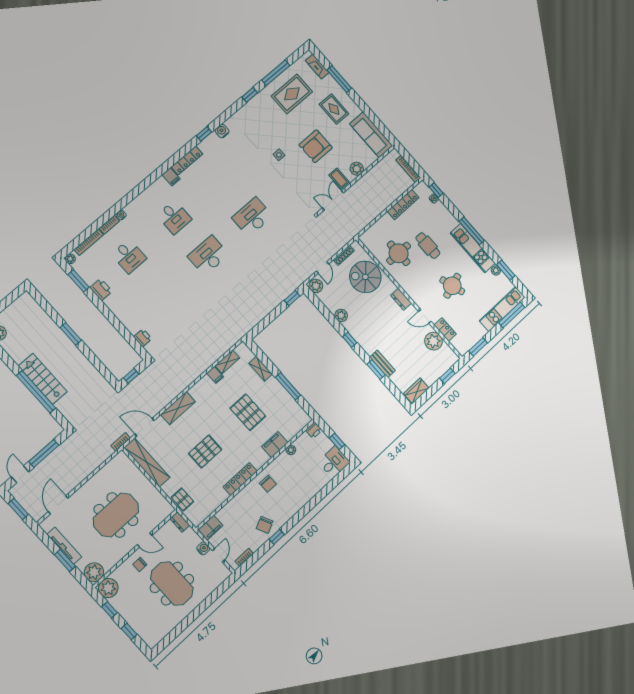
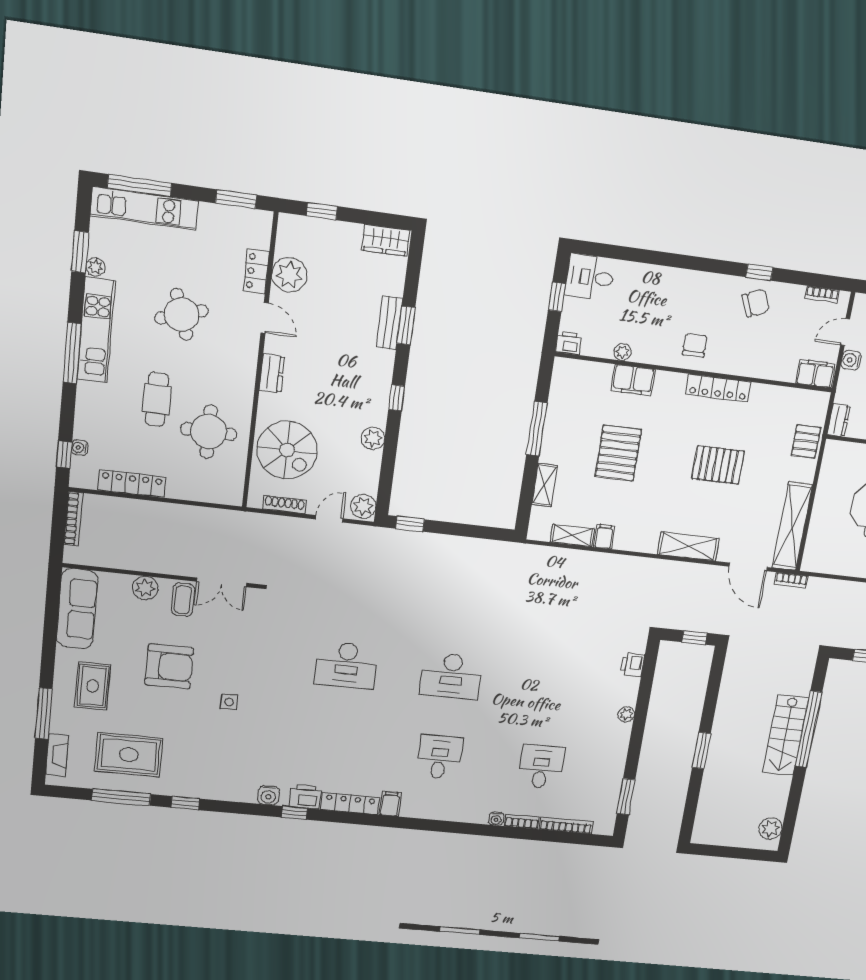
plant: (70, 259) -> (626, 714), moved
printer: (101, 290) -> (305, 797), moved, turned 90

